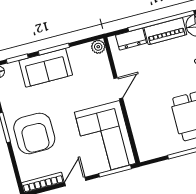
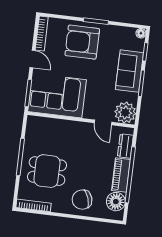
plant: (98, 47) -> (125, 113), width x1.87, depth x1.87
door: (118, 88) -> (103, 122), moved

